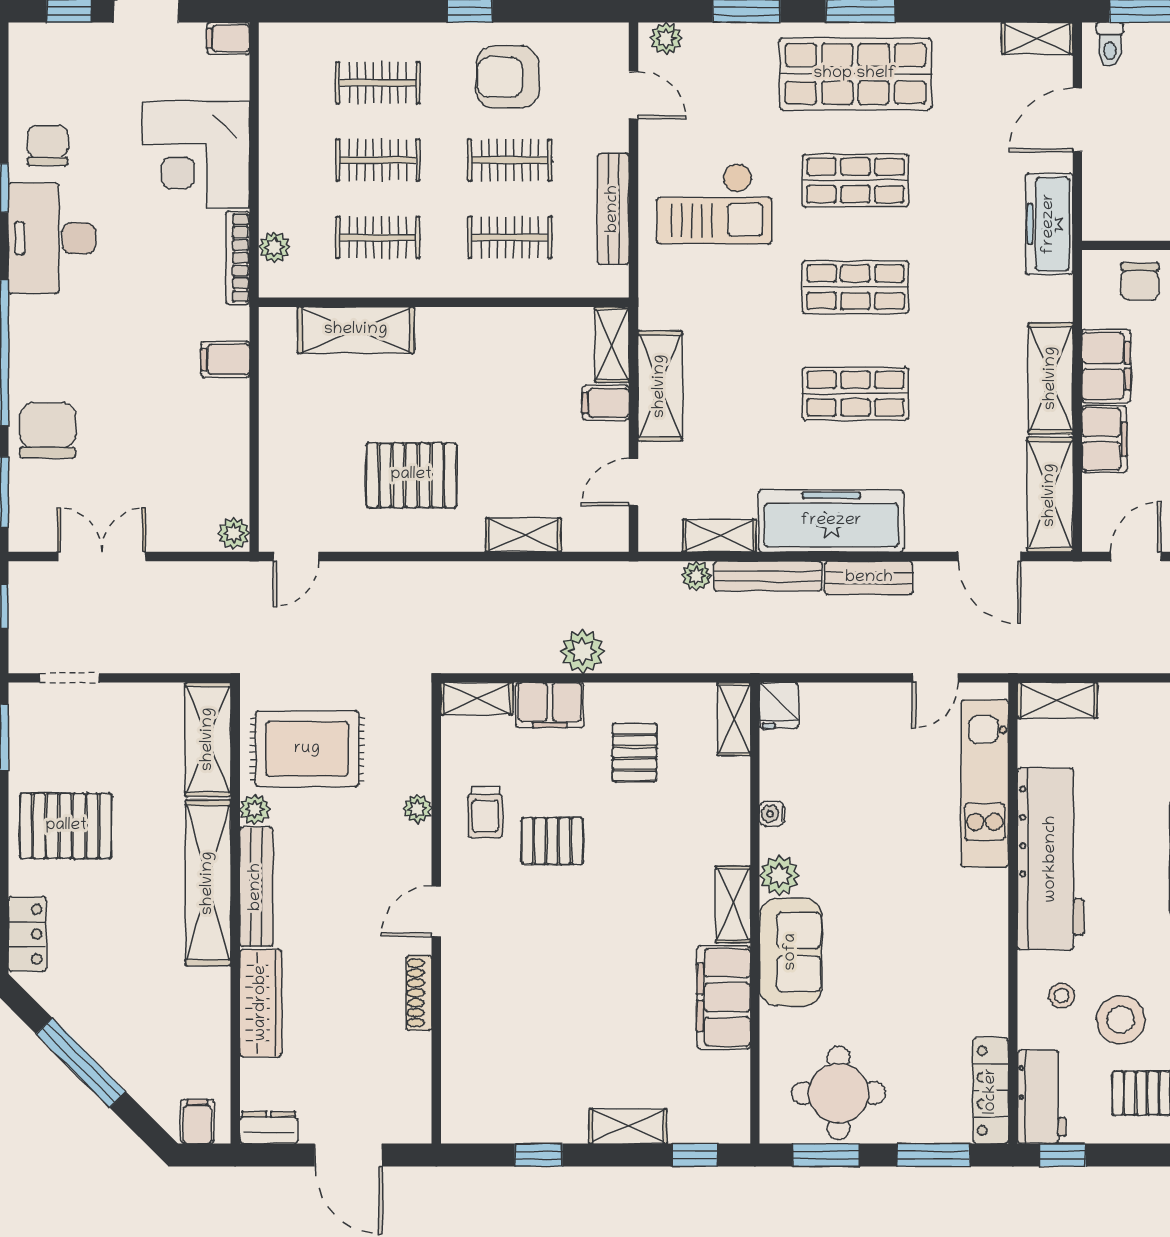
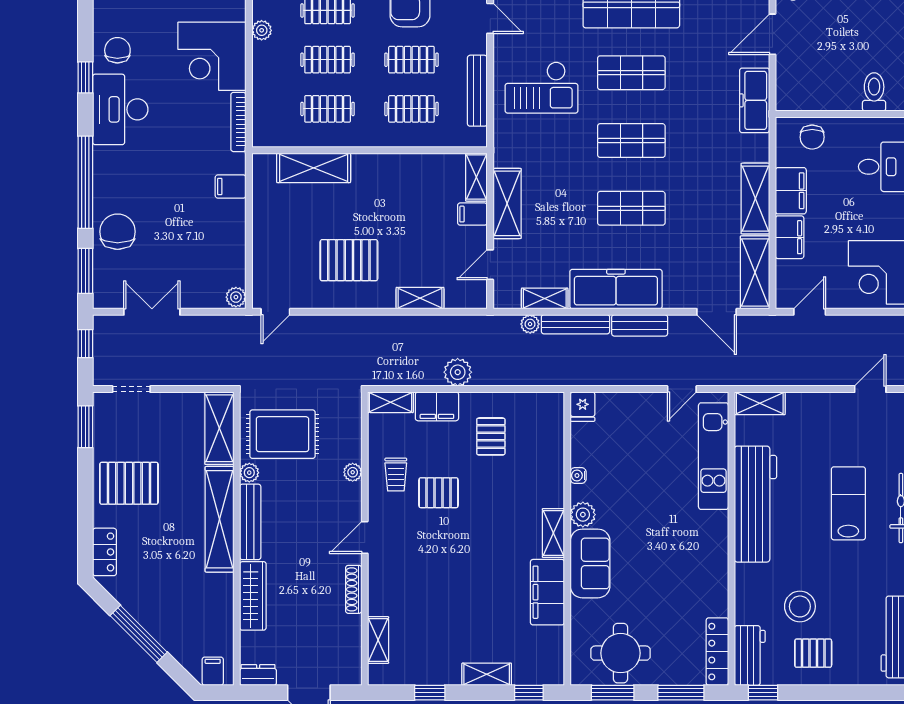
plant: (274, 247) -> (262, 30), moved
shelving: (734, 719) -> (378, 640), moved
stool: (1062, 996) -> (762, 591), removed

